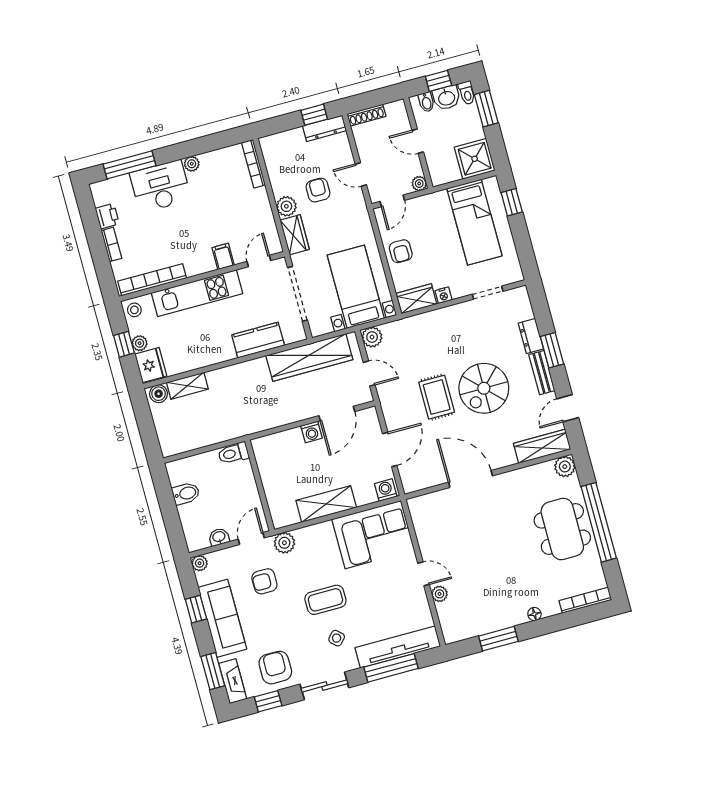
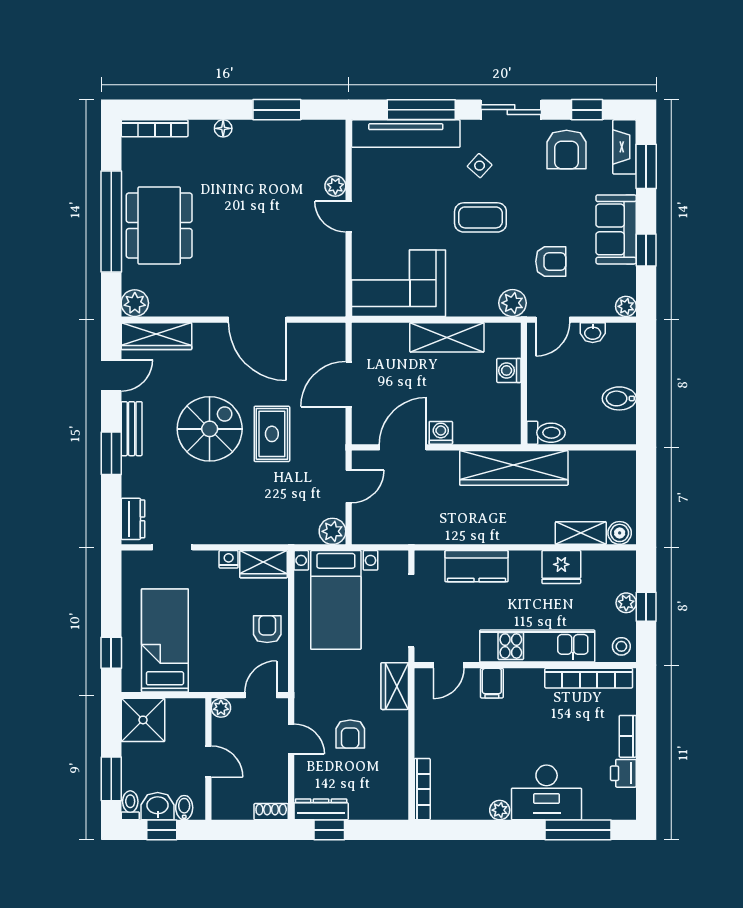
shoe rack: (366, 115) -> (271, 812), width x0.70
plant: (286, 206) -> (395, 724), removed
dresser: (531, 336) -> (133, 519), moved
wardrobe: (309, 357) -> (514, 468), moved, turned 180
fridge: (151, 365) -> (561, 567), moved, turned -90
door: (369, 374) -> (349, 486), swing flipped
washing machine: (386, 490) -> (509, 370), moved, turned 90
sofa: (222, 618) -> (616, 229), width x0.73

